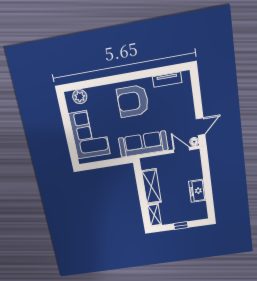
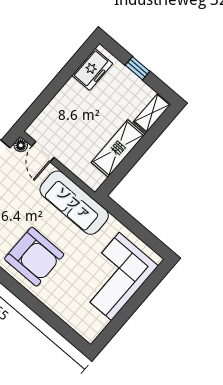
plant: (80, 97) -> (81, 322), removed
freezer: (197, 191) -> (92, 69), moved

